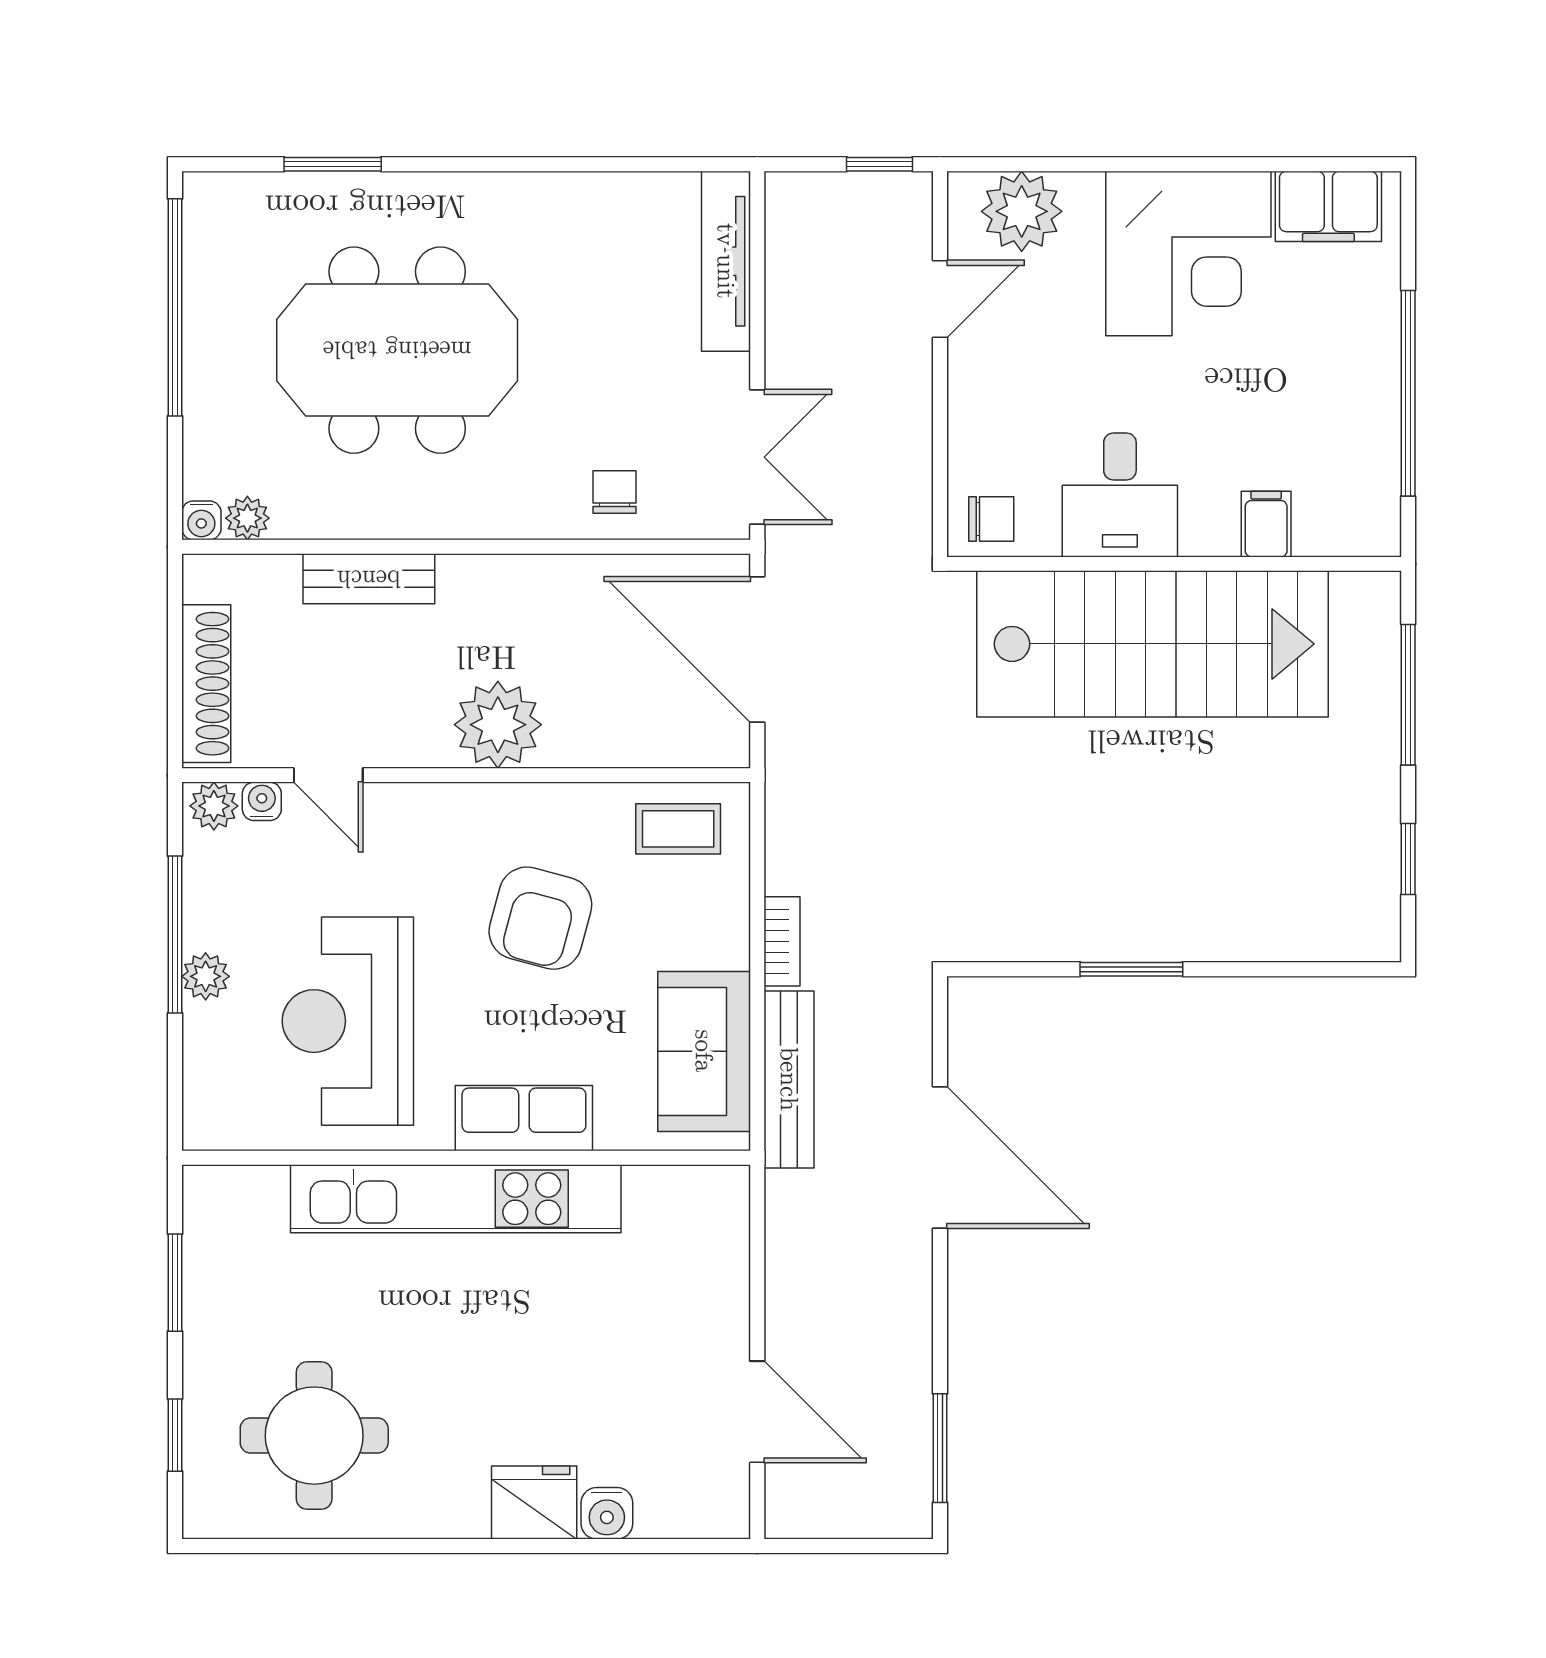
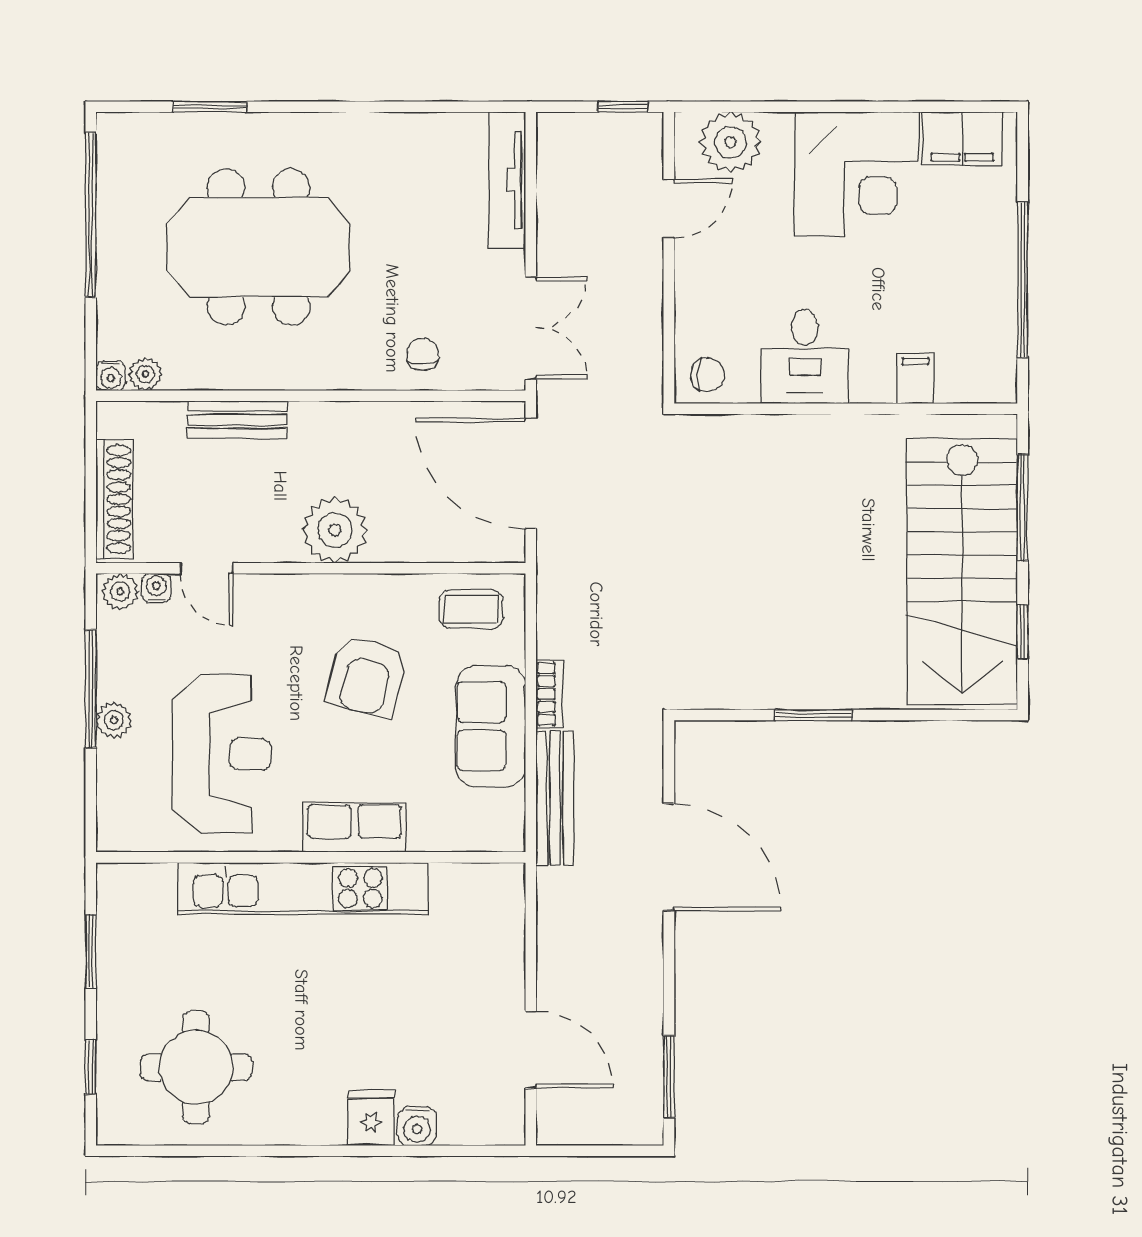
stairs: (1153, 644) -> (962, 572), moved, turned 90
reception desk: (348, 1021) -> (221, 754), turned 180
sofa: (704, 1051) -> (491, 726), moved
fridge: (534, 1502) -> (371, 1118), width x0.72

